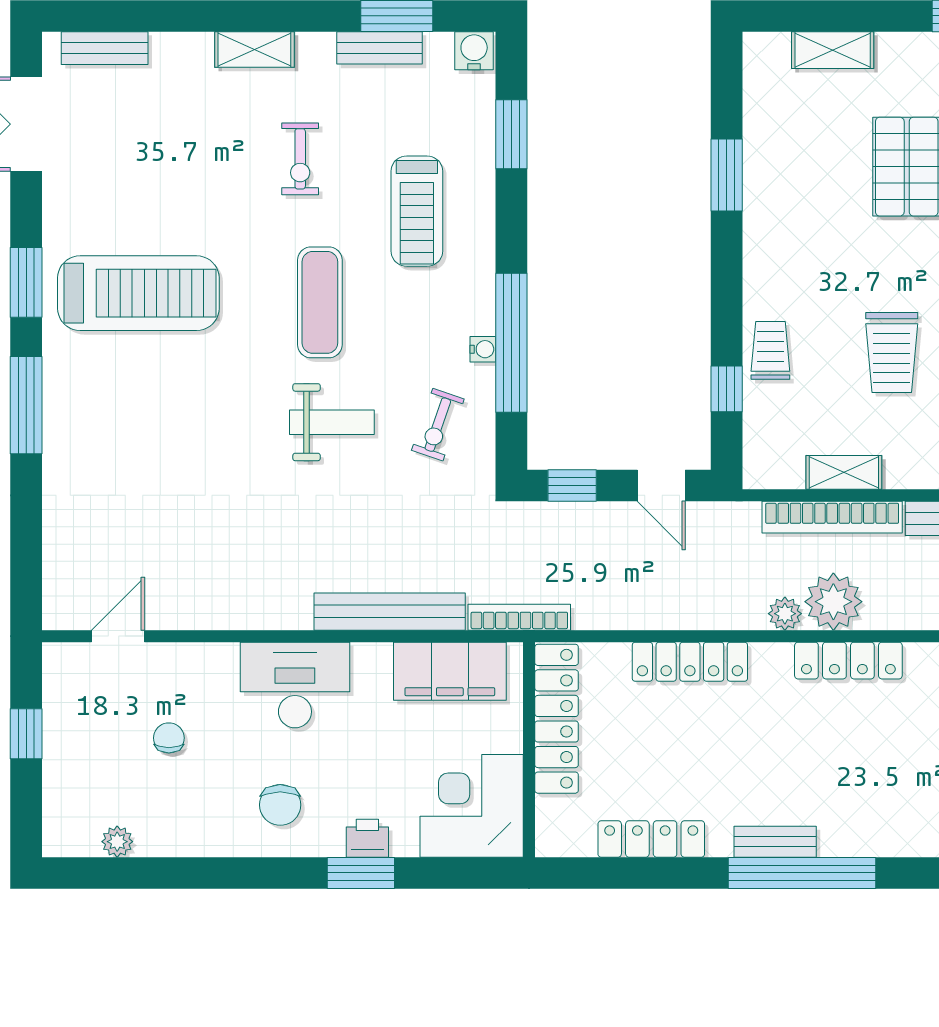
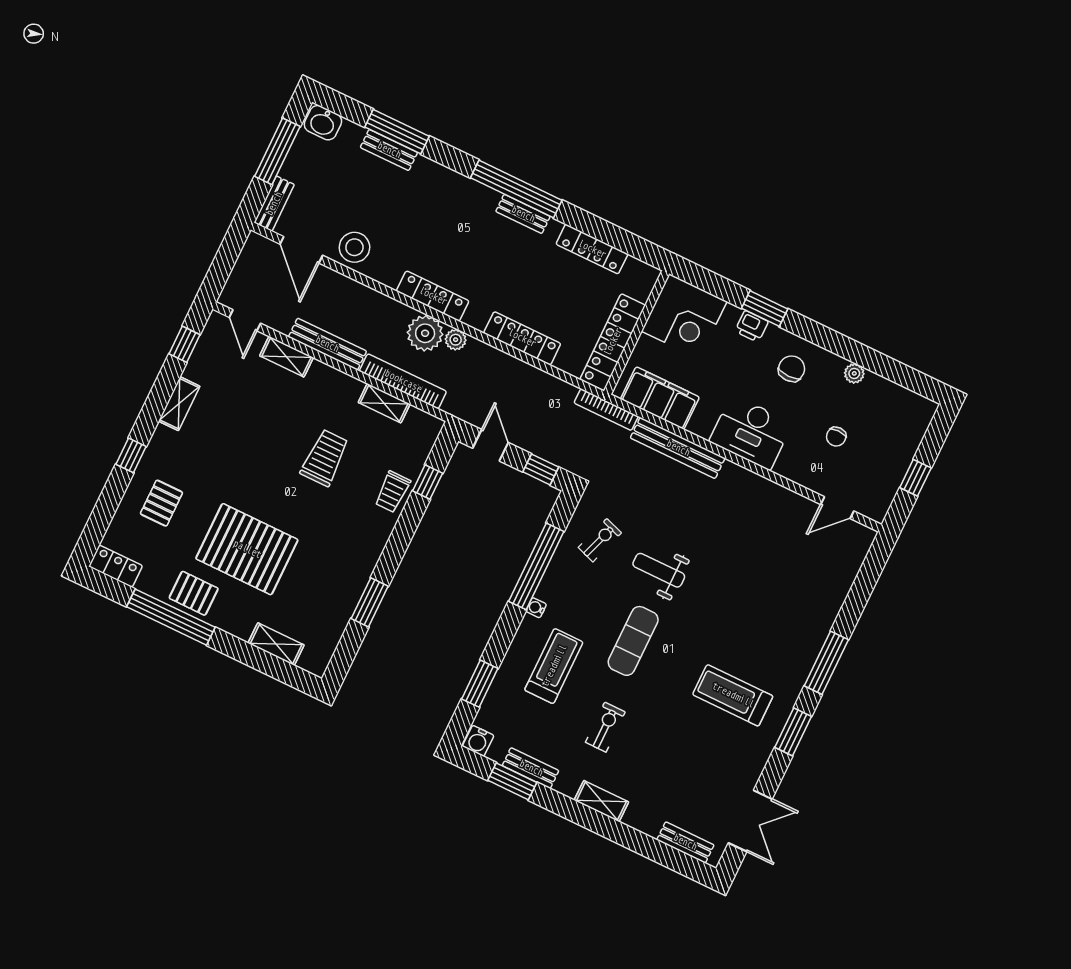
treadmill: (138, 293) -> (733, 695), width x0.73, depth x0.73
water cooler: (483, 349) -> (536, 608), moved
plant: (117, 842) -> (854, 373), moved

